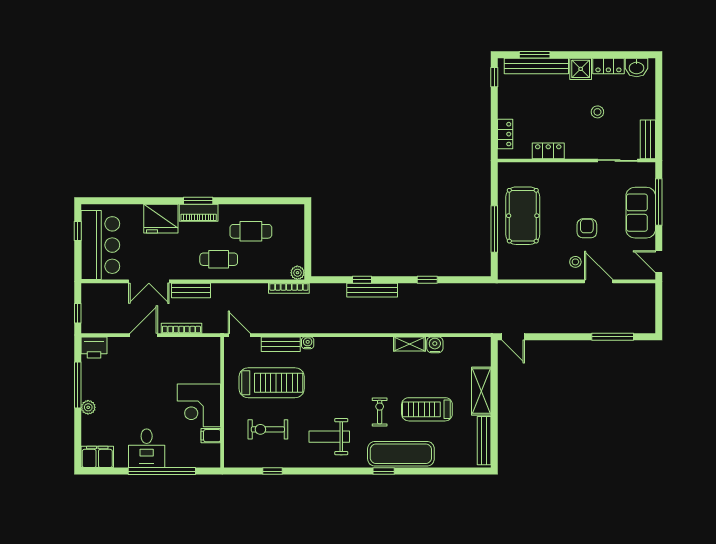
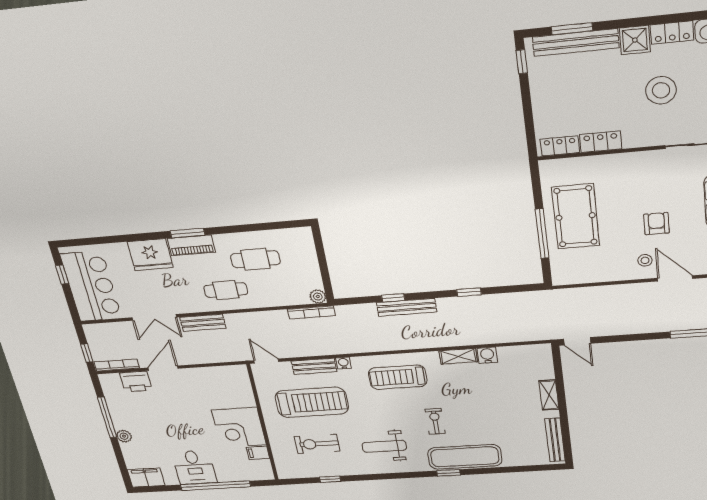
stool: (597, 112) -> (661, 90), width x1.89, depth x1.89
locker: (505, 134) -> (560, 146), moved, turned -90
bookcase: (181, 328) -> (117, 365), moved
printer: (94, 347) -> (136, 381), moved
shelving: (481, 391) -> (549, 395), width x0.67, depth x0.75
treadmill: (427, 409) -> (398, 377), moved

